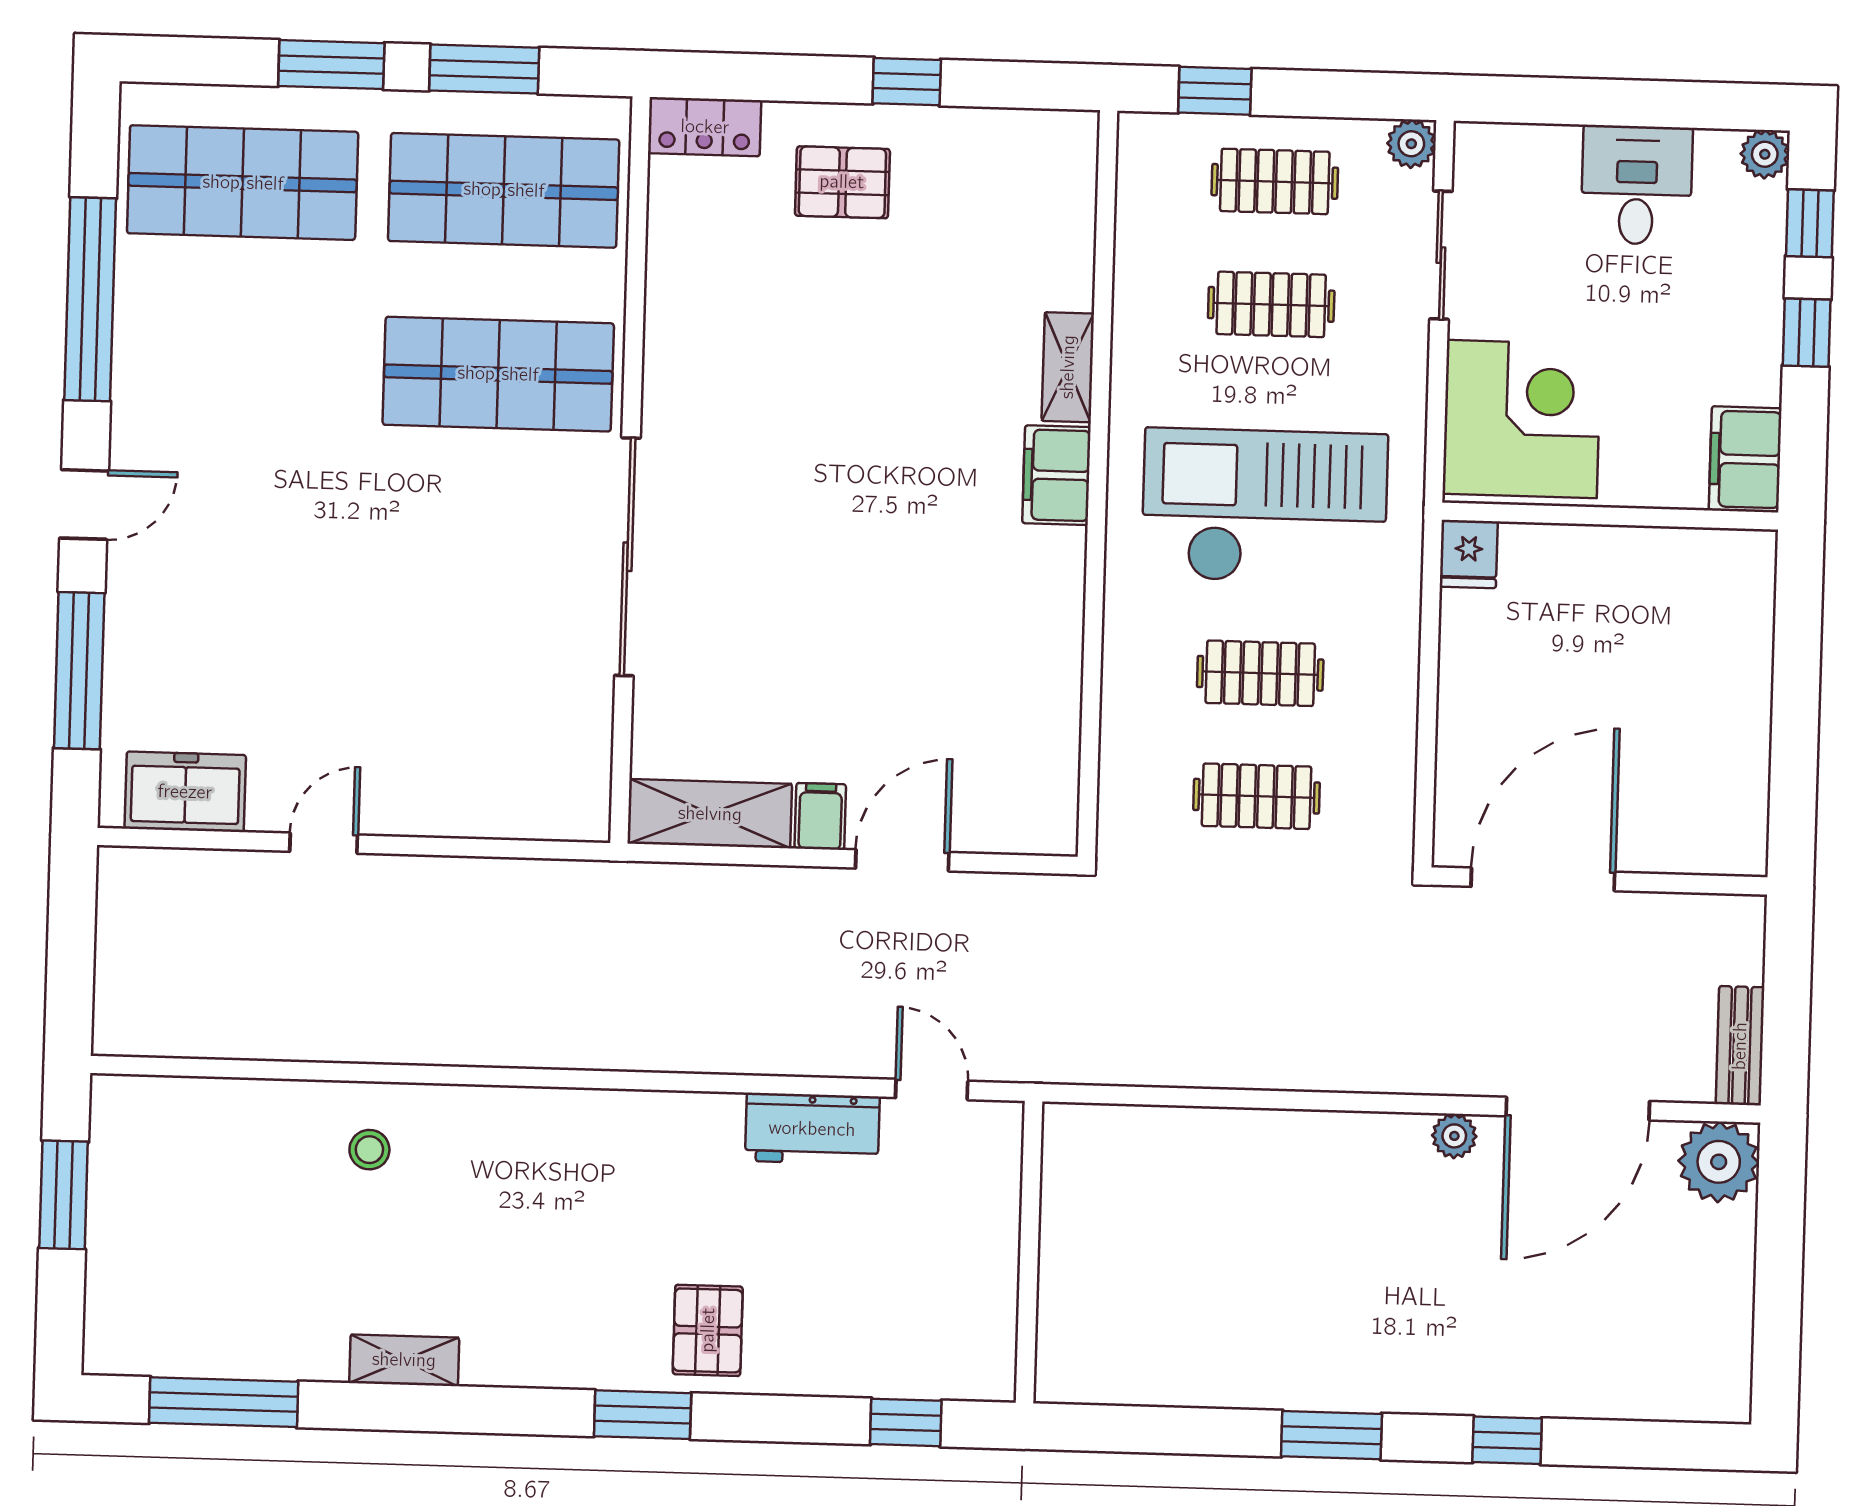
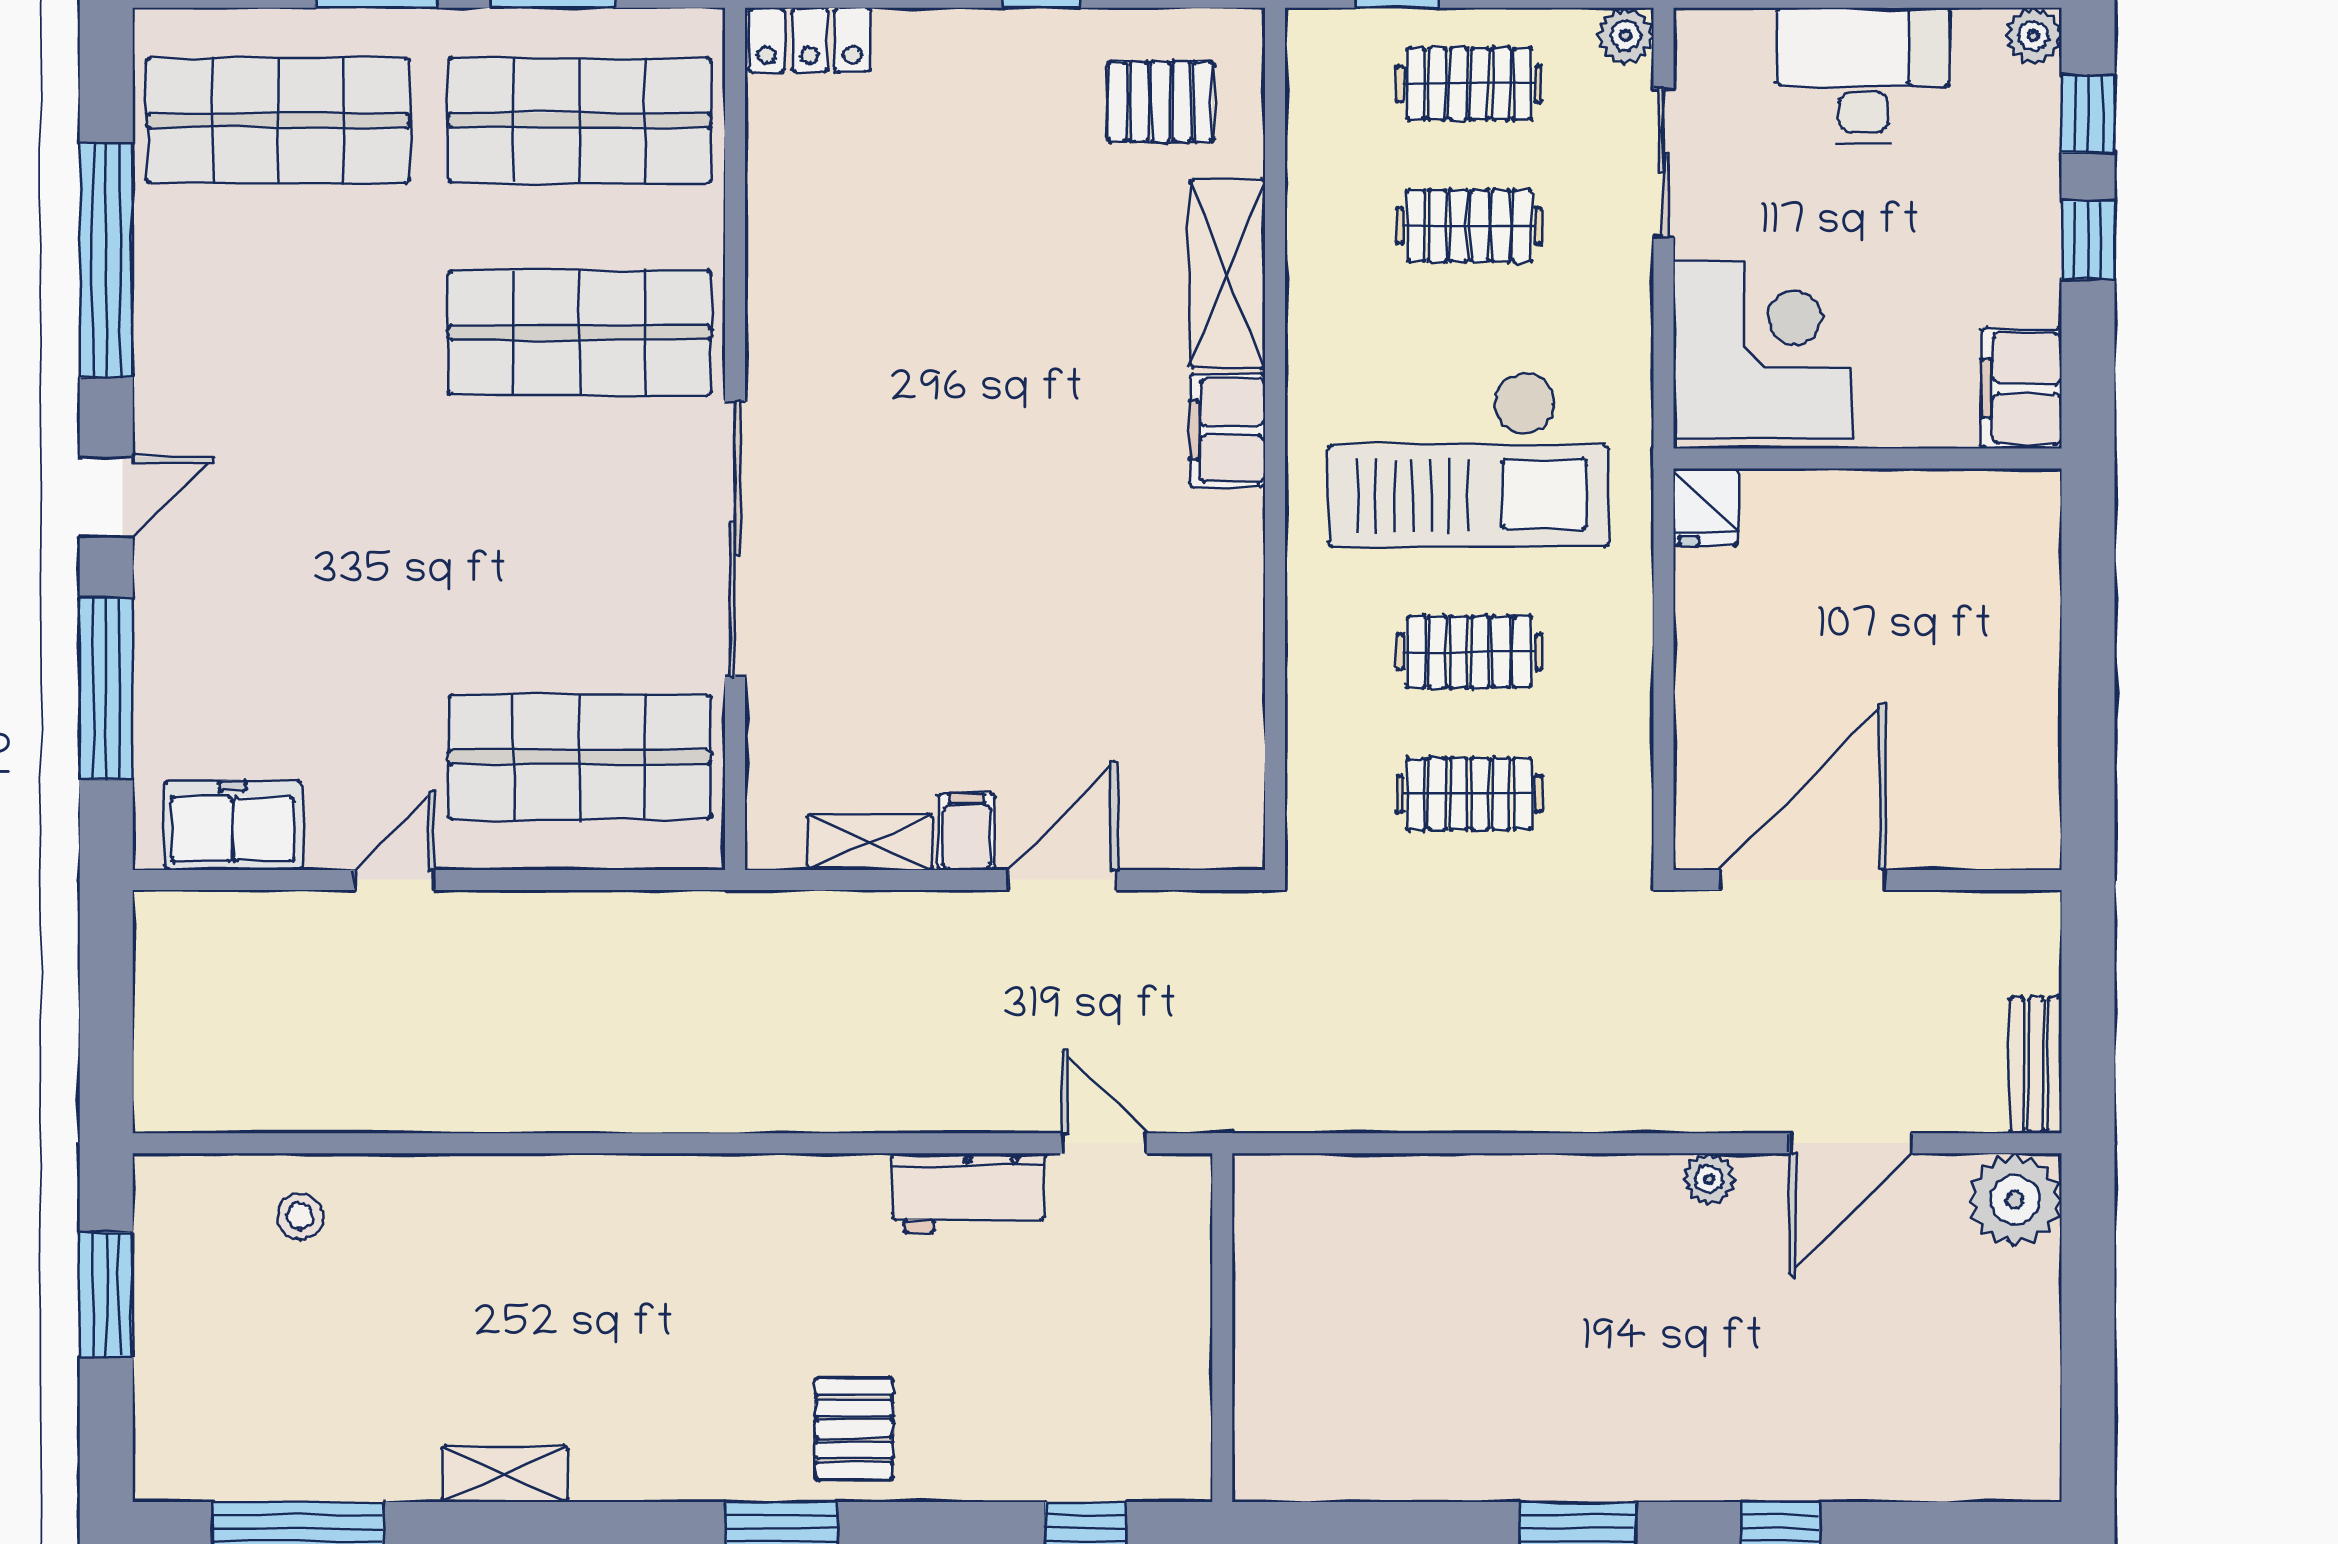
pallet: (842, 182) -> (1160, 102), moved
desk: (1637, 185) -> (1863, 76), width x1.37
shelving: (1068, 367) -> (1227, 274), width x1.50, depth x1.33
checkout: (1265, 506) -> (1469, 459), turned 180
shop shelf: (487, 742) -> (580, 757), added
shelving: (710, 814) -> (870, 842), width x0.67, depth x0.75
door: (1578, 1109) -> (1851, 1143), width x0.73
stool: (369, 1150) -> (300, 1216), moved

